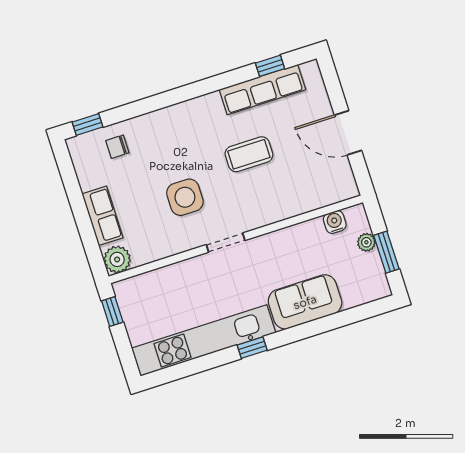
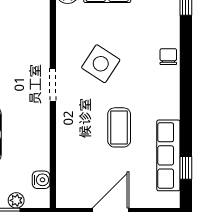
chair: (117, 147) -> (168, 57), moved
side table: (185, 197) -> (101, 64), turned 33

